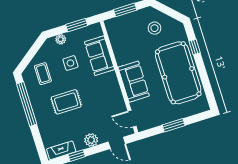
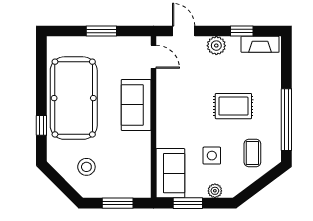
sofa: (100, 56) -> (170, 173), moved

